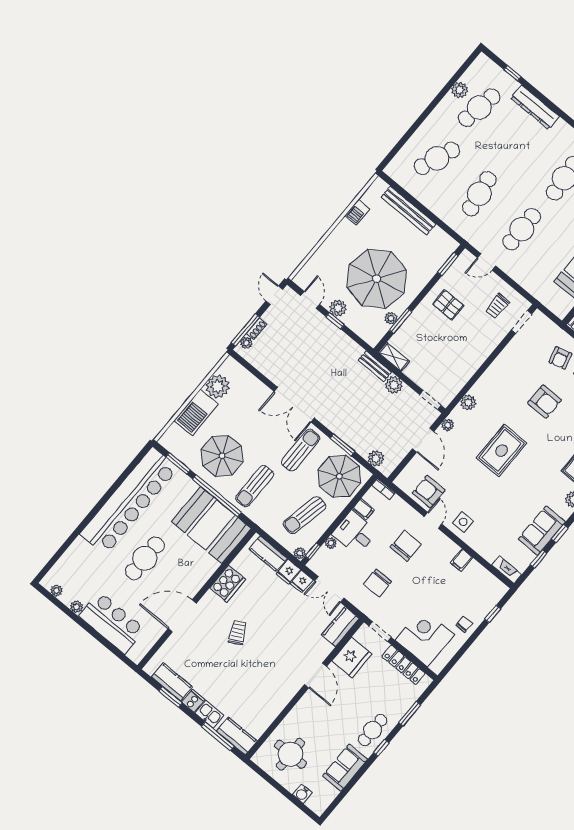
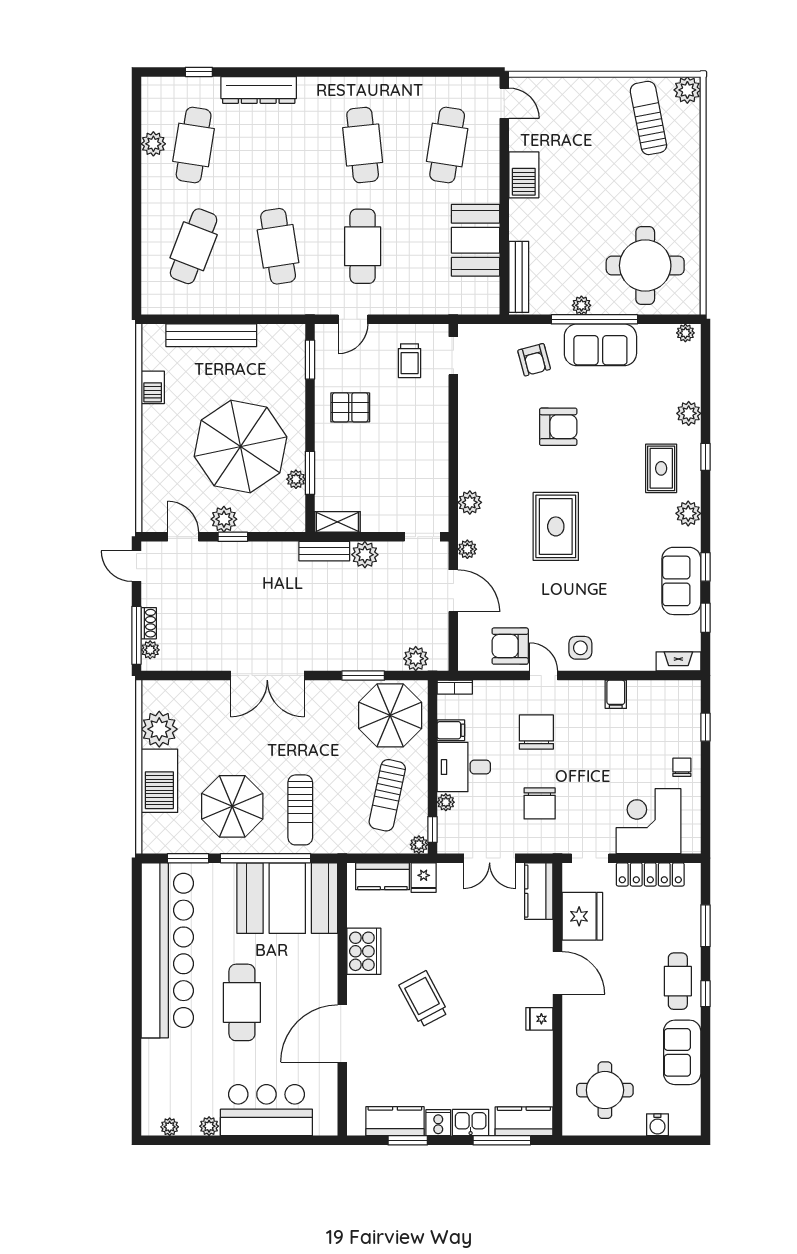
sun lounger: (301, 450) -> (319, 723), removed
fridge: (302, 582) -> (539, 1019), moved, turned 90
trolley: (238, 633) -> (424, 999), width x1.36, depth x1.39

